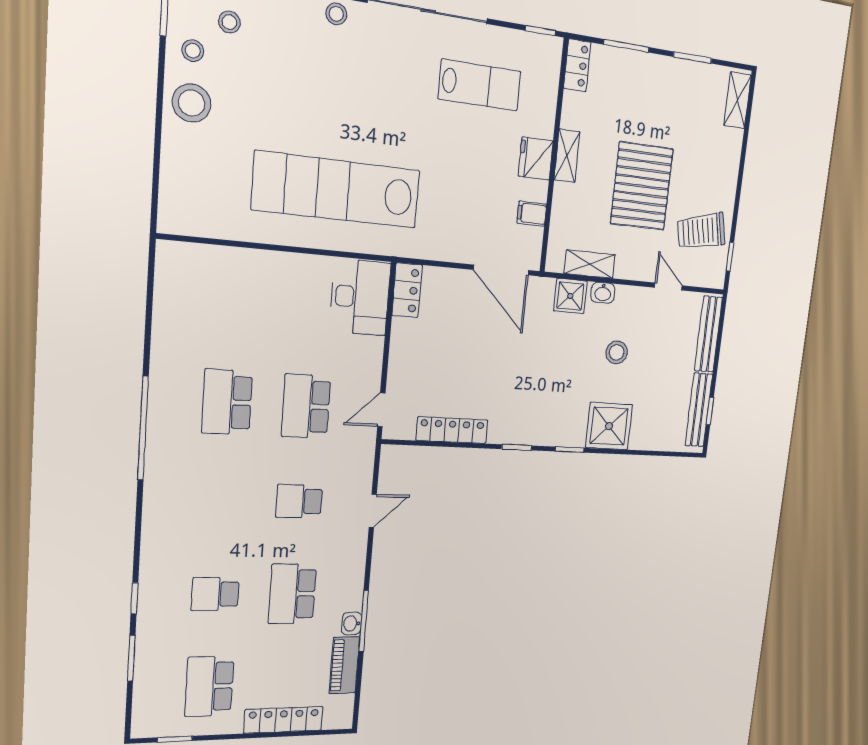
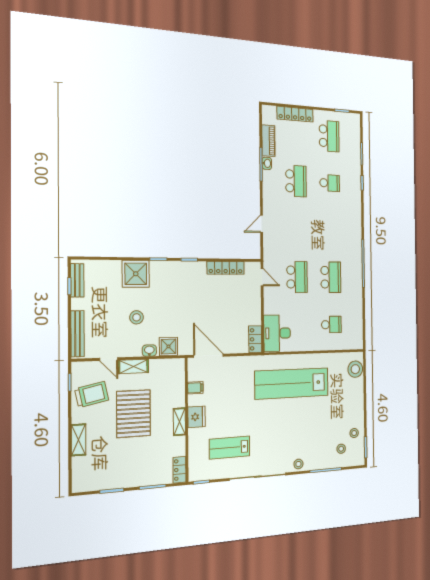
shelving: (738, 100) -> (79, 440), moved
stool: (192, 103) -> (355, 369), moved
lab bench: (337, 190) -> (292, 383), turned 180
shelving: (590, 264) -> (133, 367), moved
door: (381, 410) -> (262, 277), hinge flipped
bench: (699, 410) -> (77, 280), width x0.73
school desk: (299, 501) -> (331, 325), moved

